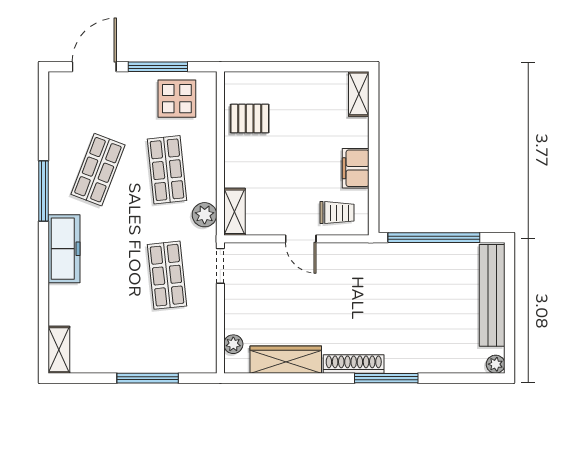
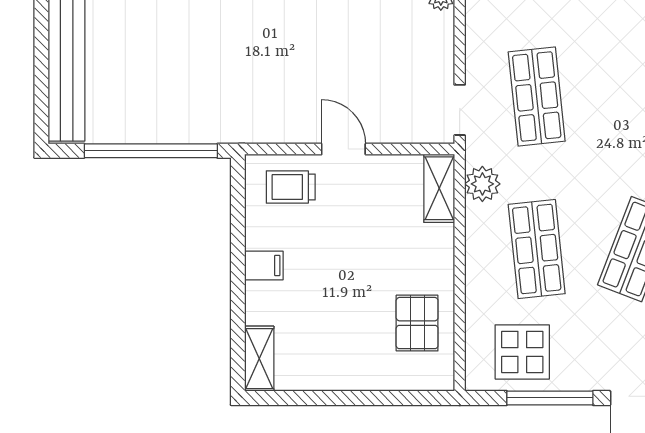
pallet: (250, 118) -> (417, 323), turned 90
filing cabinet: (356, 168) -> (264, 265), width x0.50

